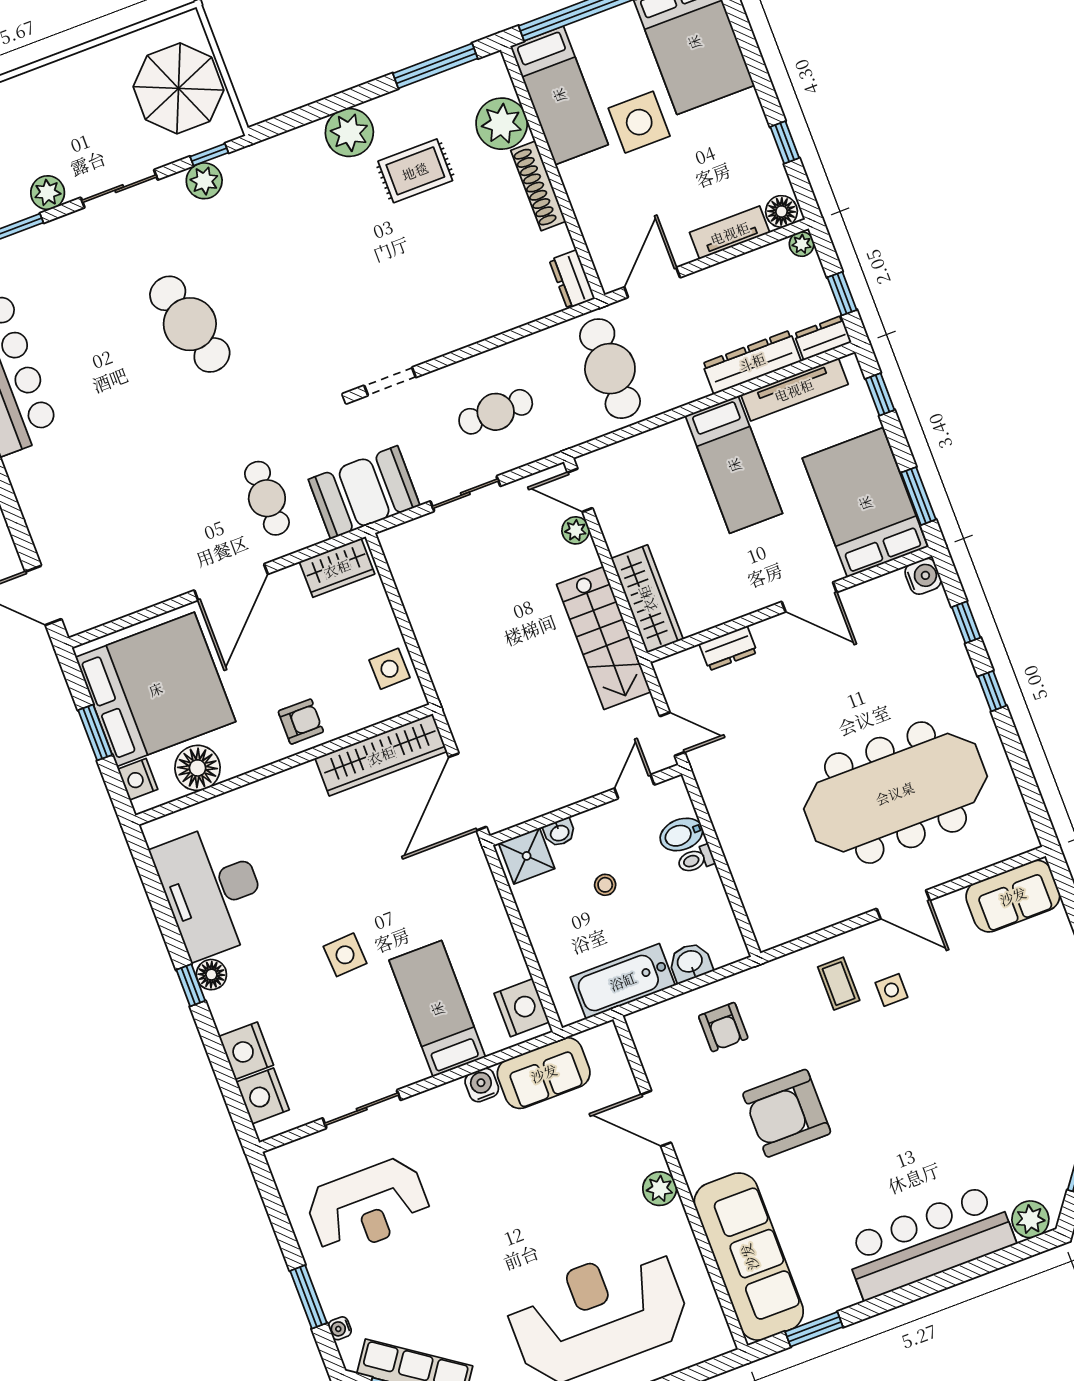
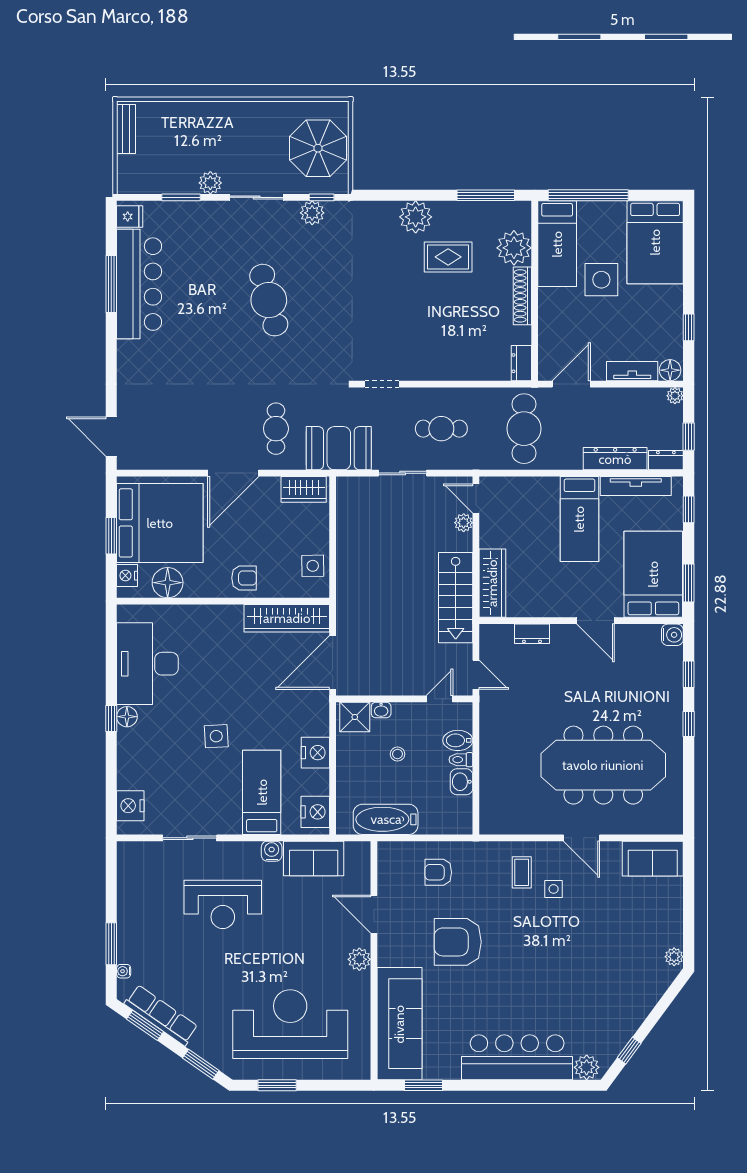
washbasin: (690, 962) -> (462, 782), moved, turned -90
armchair: (723, 1027) -> (438, 872), turned 90
nightstand: (246, 1051) -> (315, 753), moved, turned 180
reception desk: (368, 1206) -> (223, 904), moved

